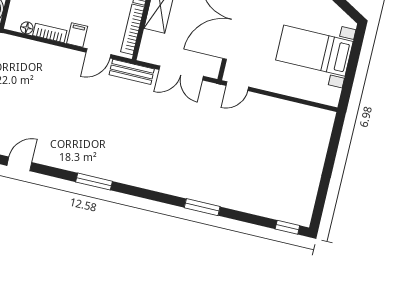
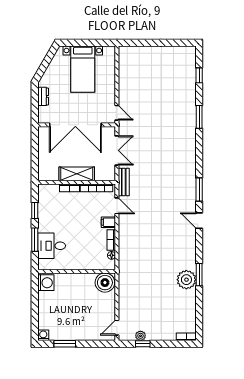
door: (19, 164) -> (199, 221), moved
window: (287, 227) -> (199, 75), moved

